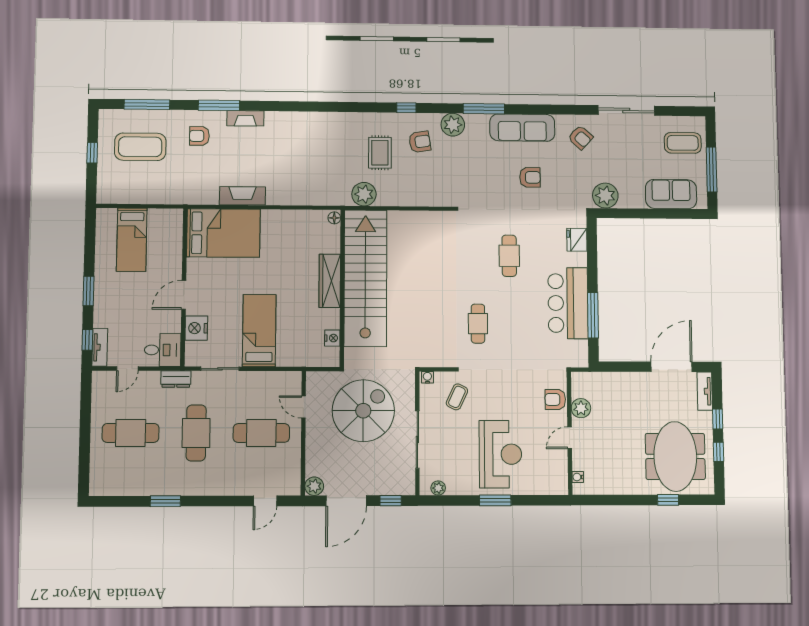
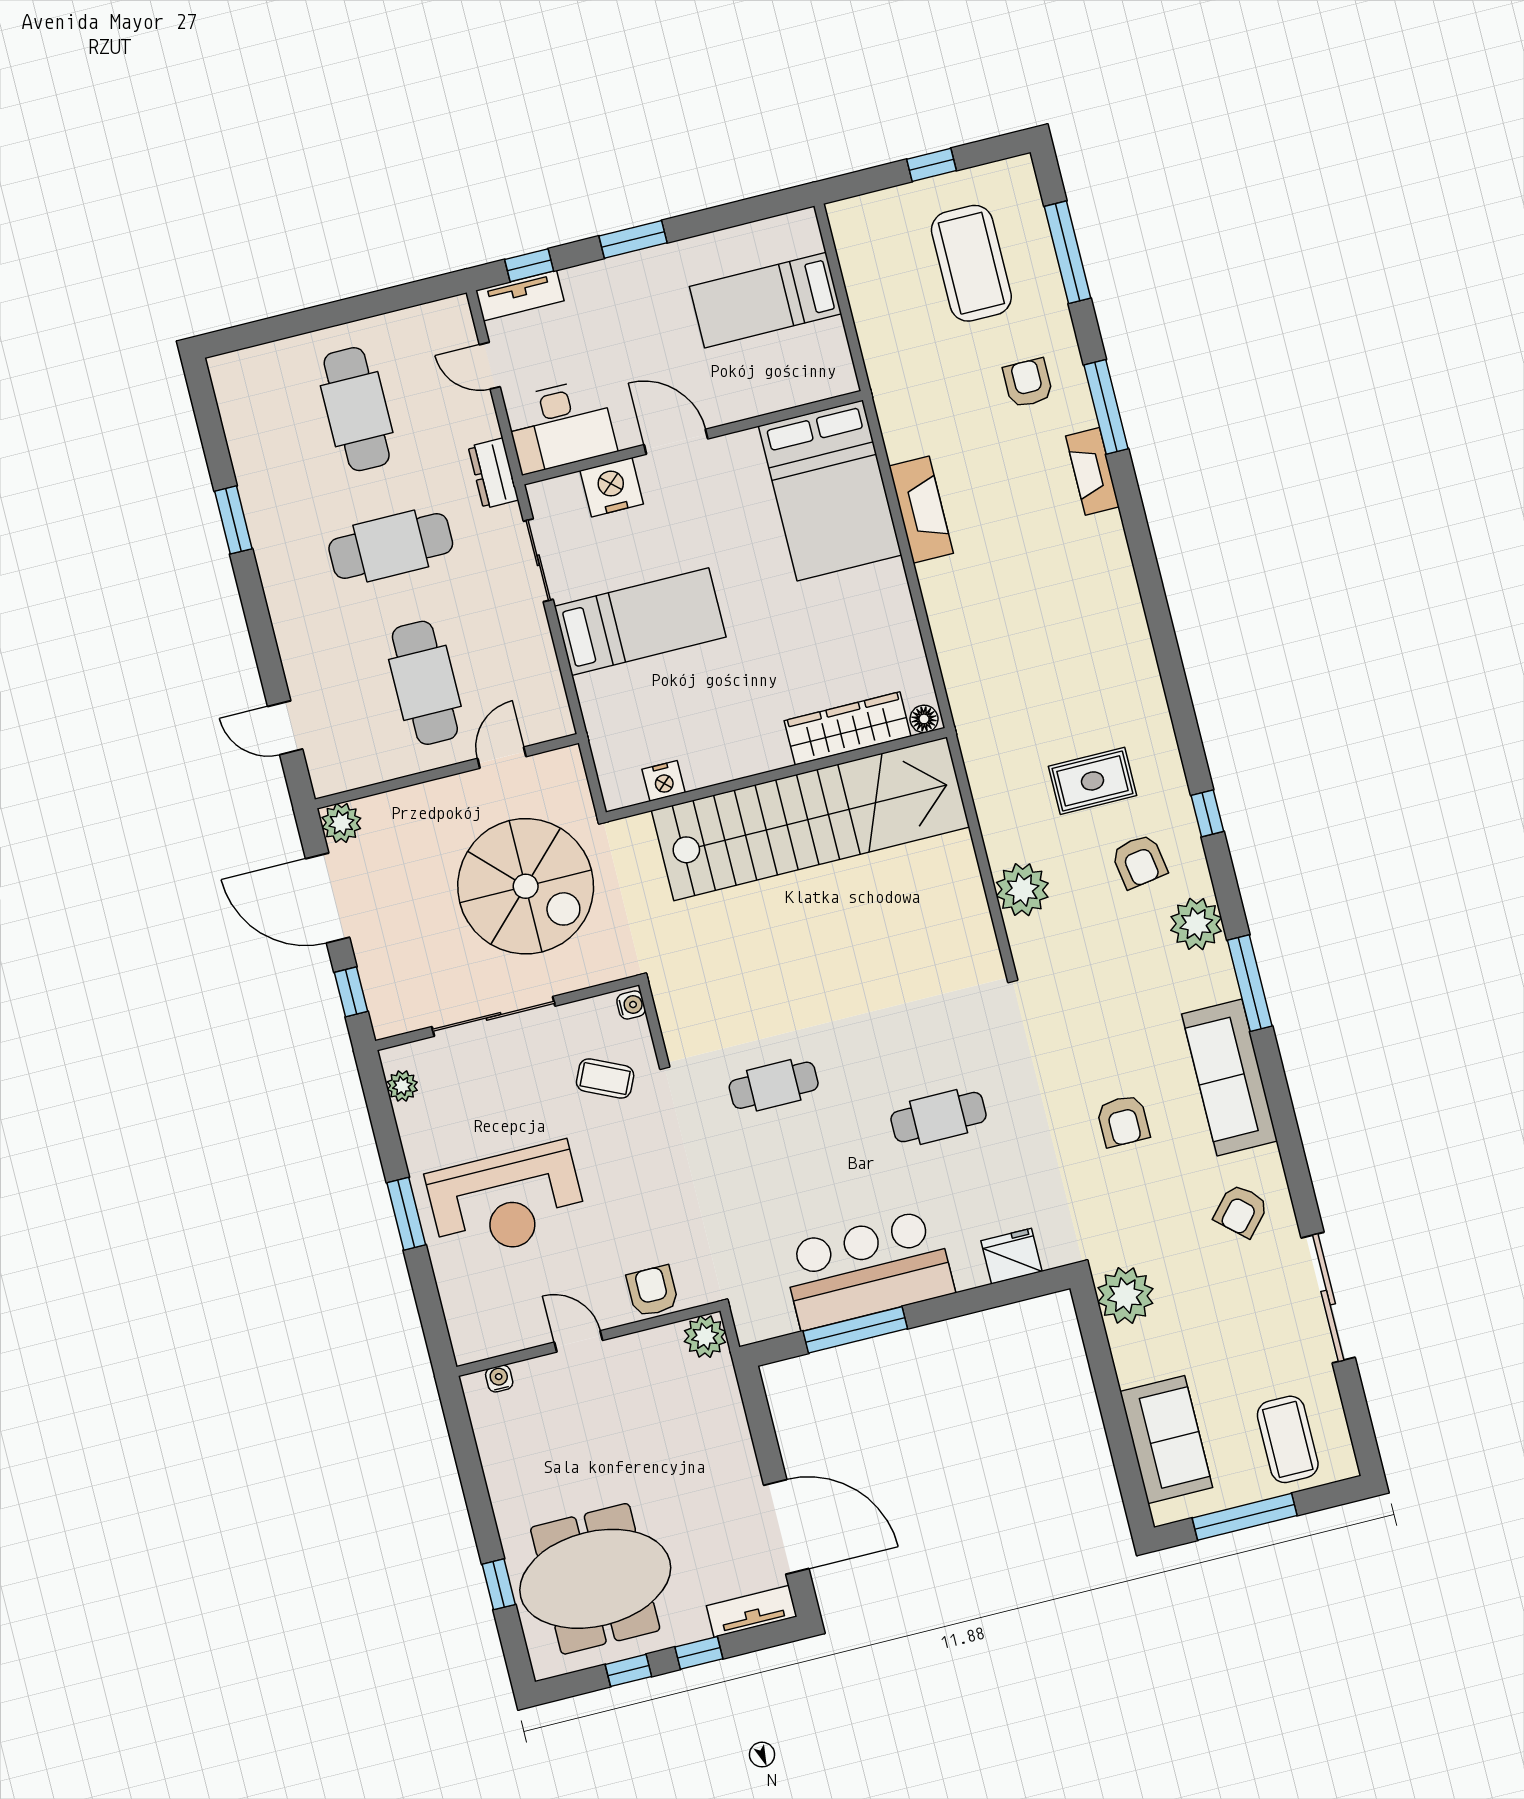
plant: (364, 194) -> (1022, 890), moved
wardrobe: (330, 281) -> (848, 728), moved
desk: (163, 350) -> (561, 426), width x1.37
plant: (581, 408) -> (705, 1337), moved

